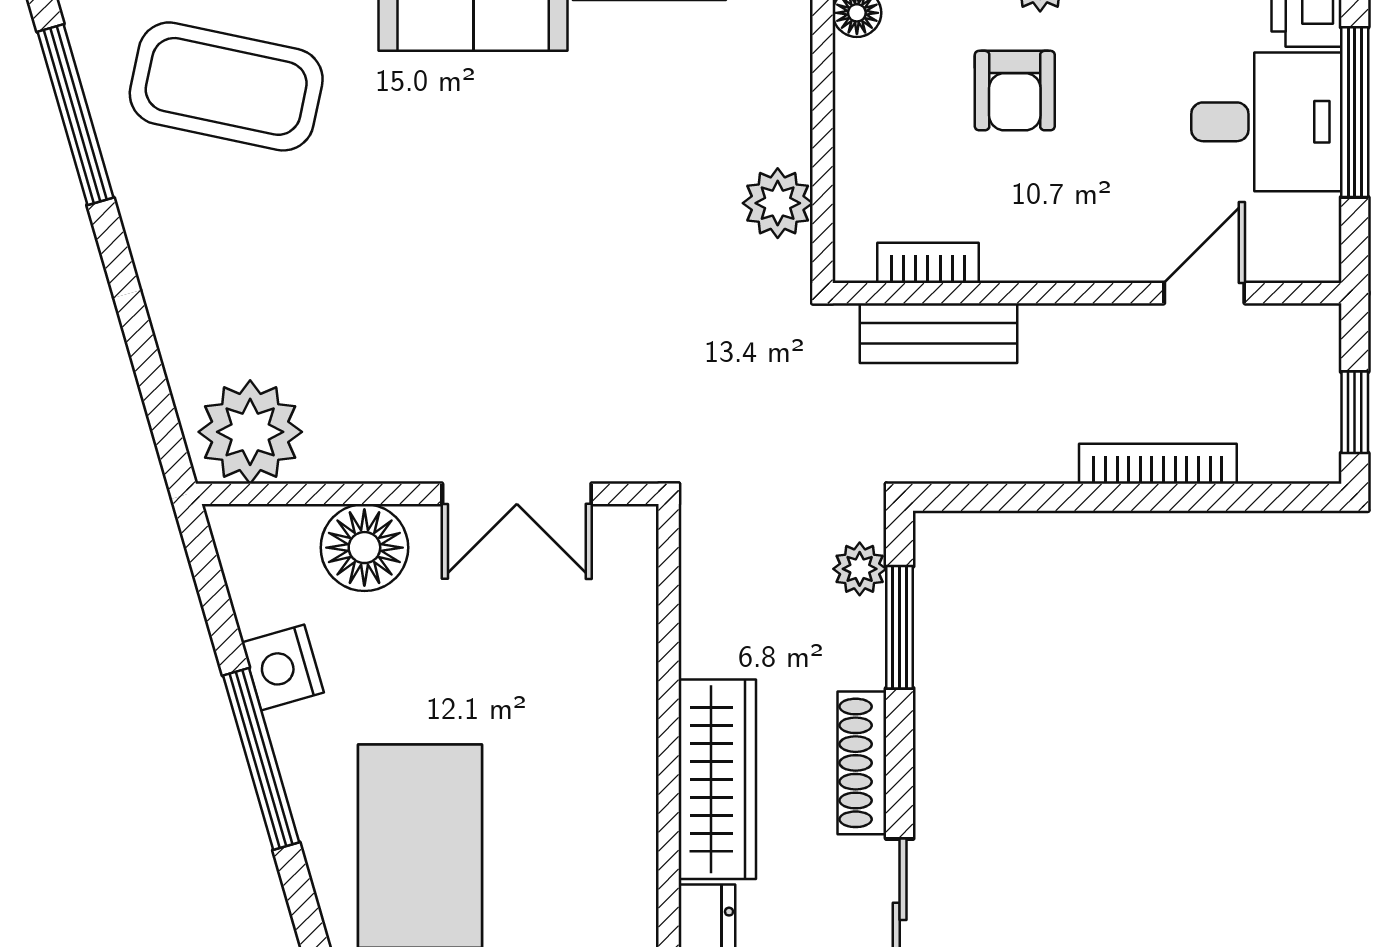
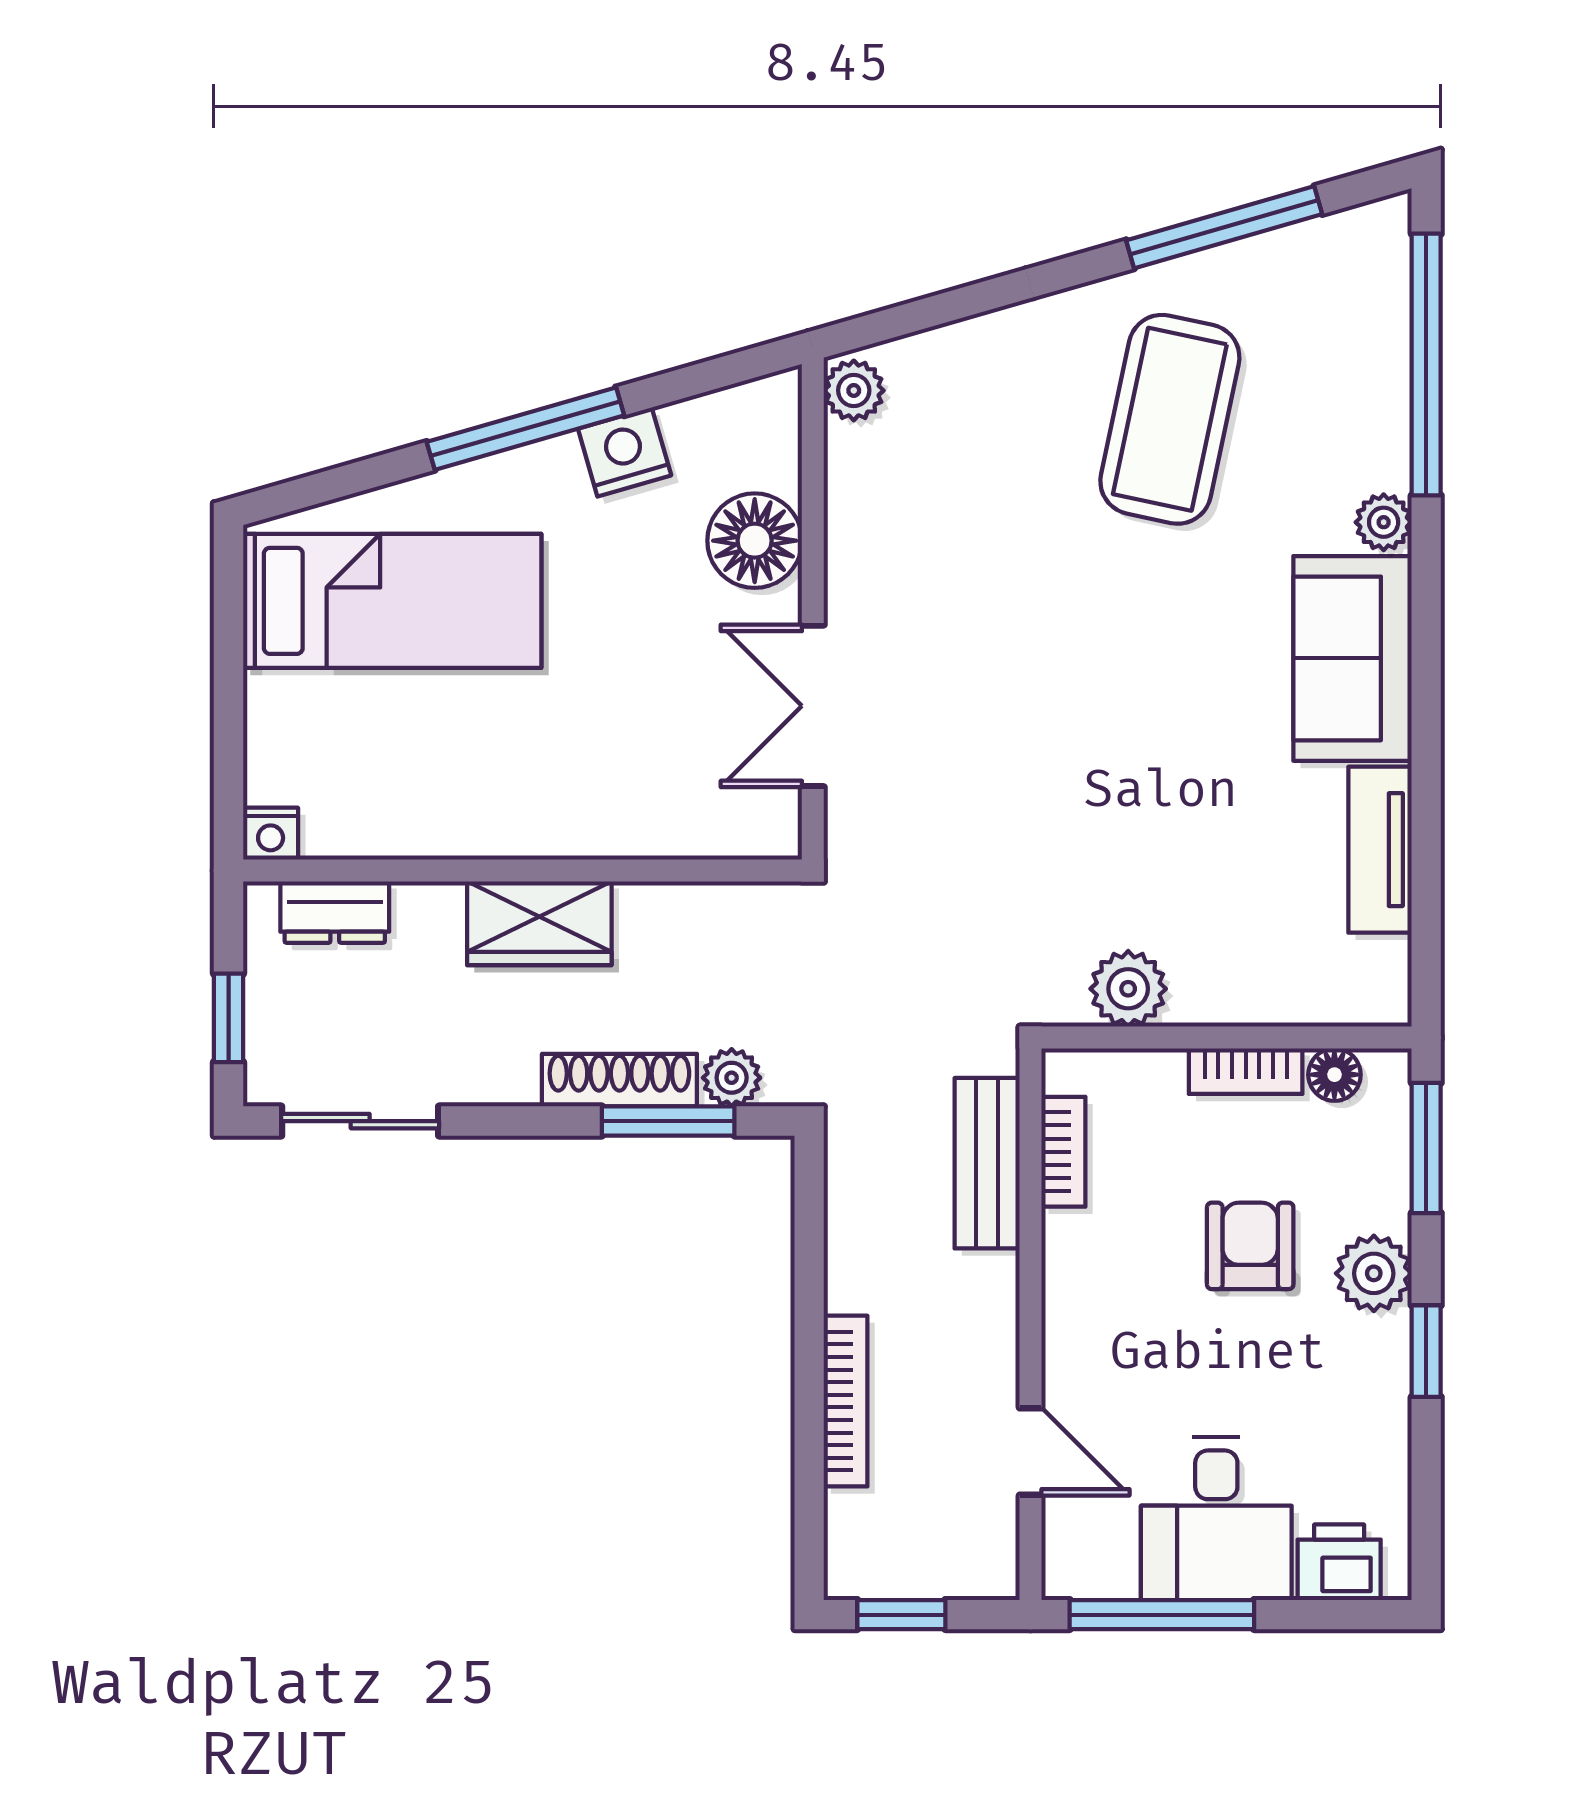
coffee table: (226, 86) -> (1170, 419), moved
armchair: (1015, 91) -> (1250, 1246), turned 90
bookcase: (854, 95) -> (1246, 1071), added
window: (1355, 112) -> (1162, 1615), moved
plant: (250, 432) -> (854, 390), width x0.53, depth x0.53
shoe rack: (862, 763) -> (619, 1080), moved
wardrobe: (717, 779) -> (539, 923), width x0.67

